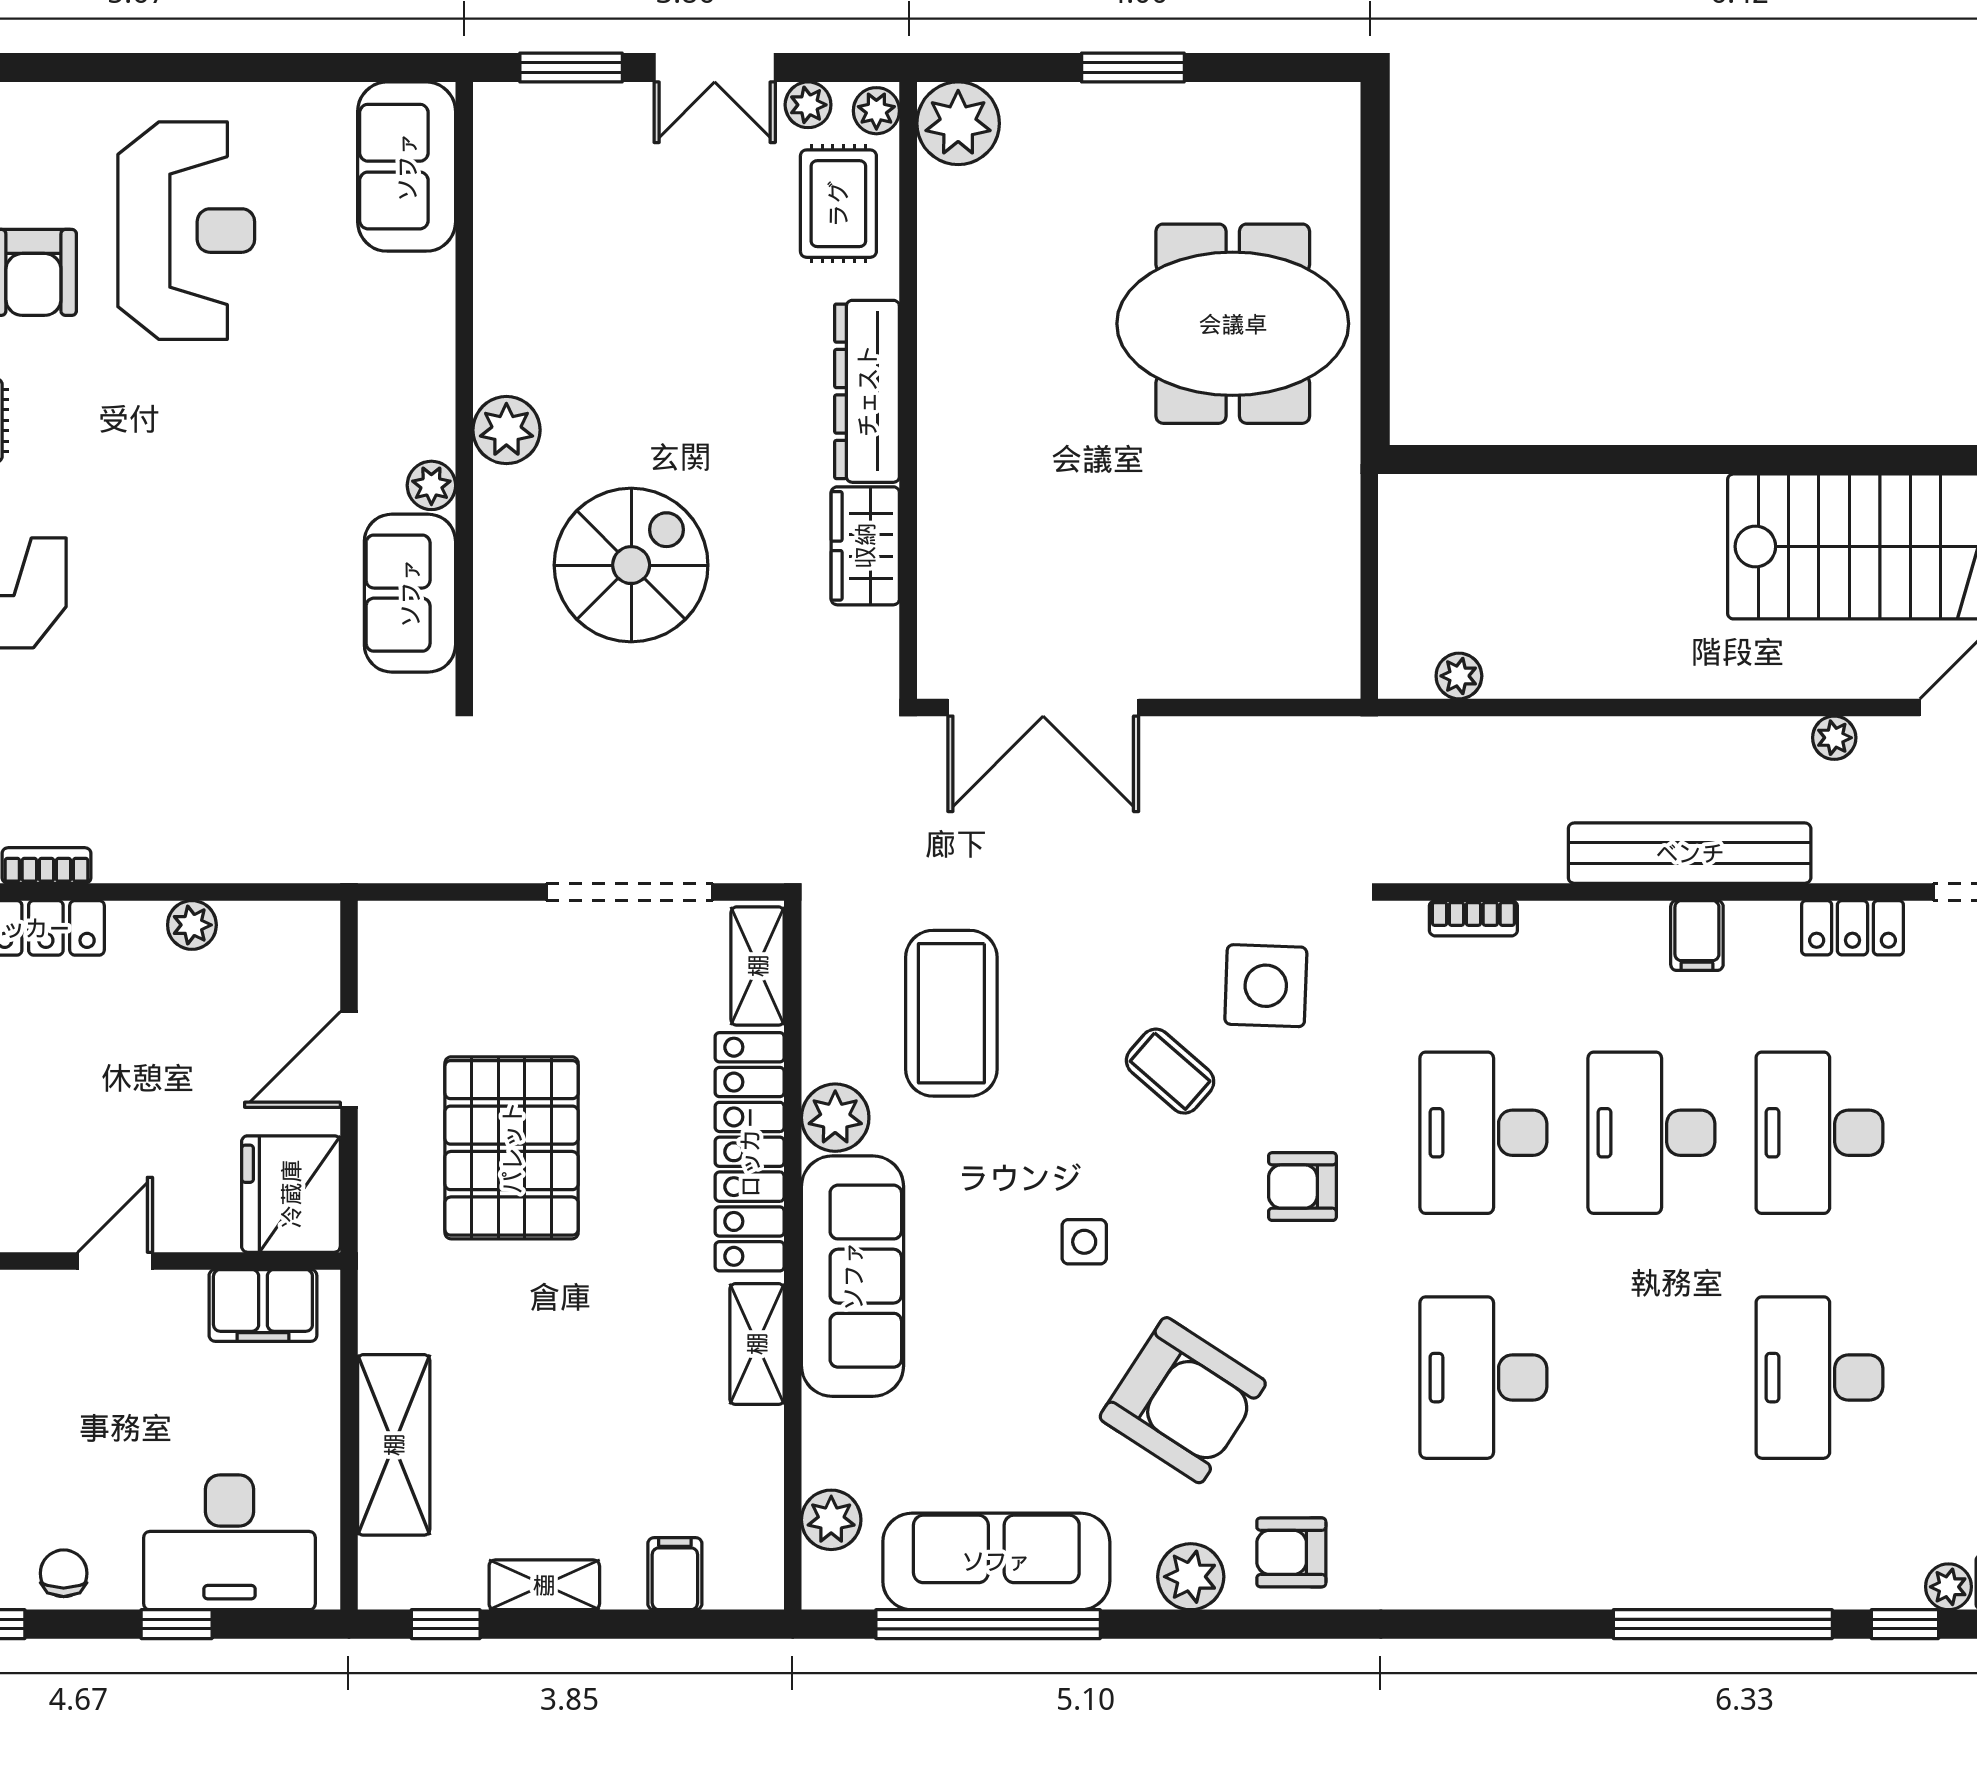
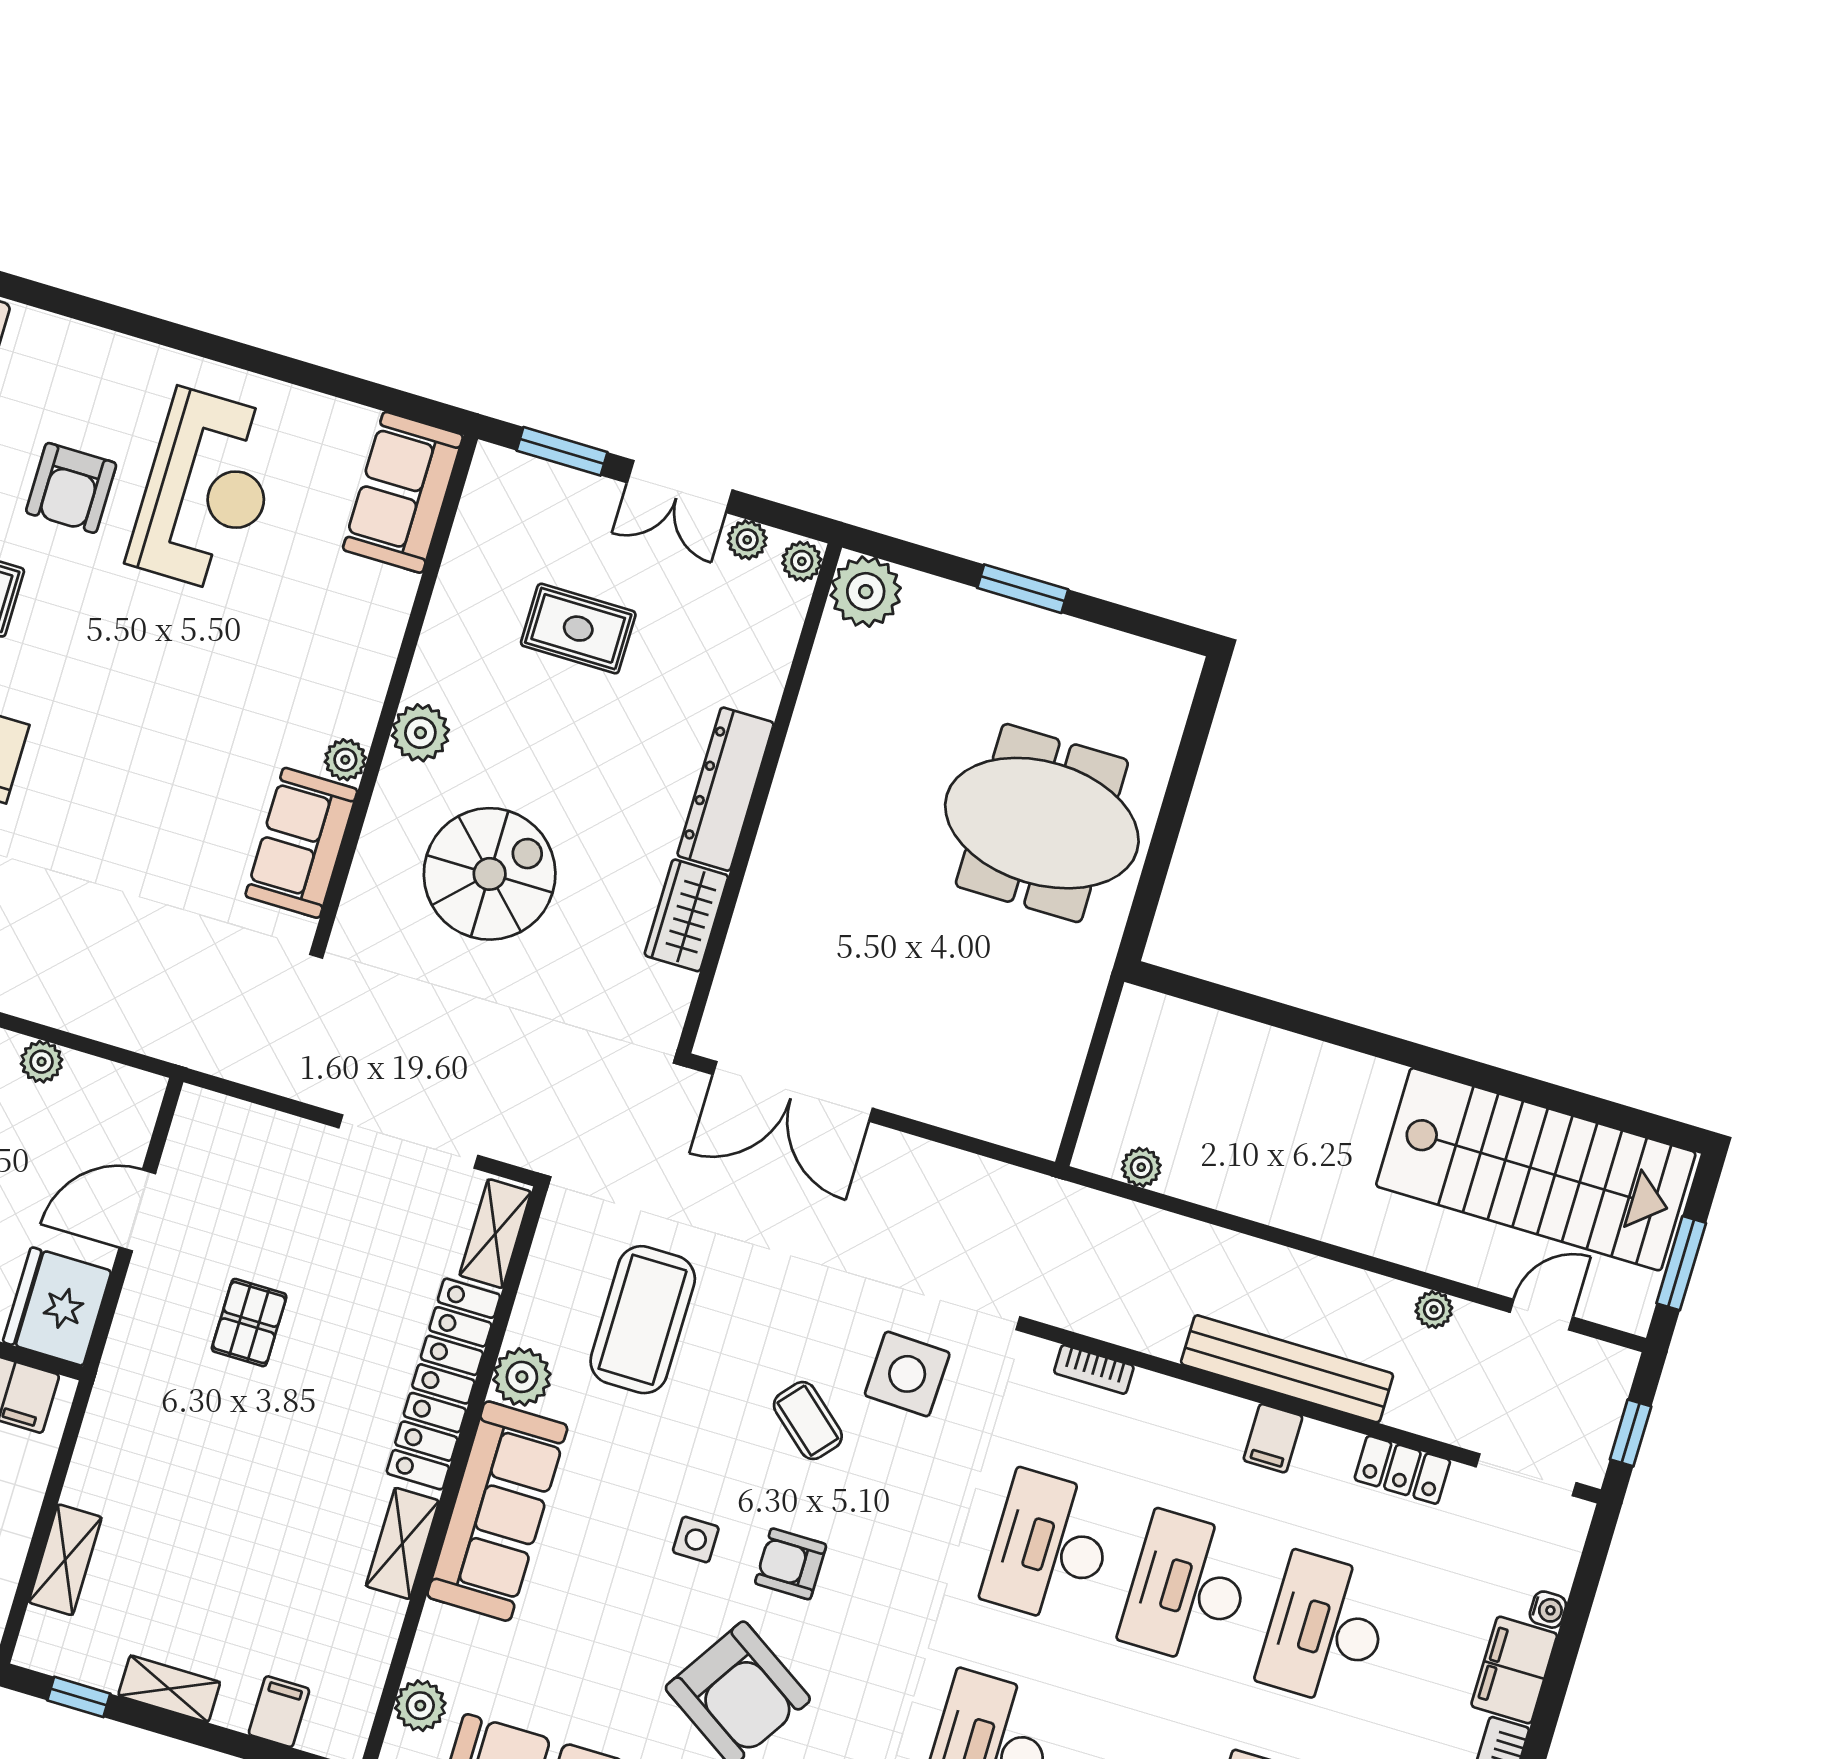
rug: (838, 204) -> (578, 629), moved, turned 90
pallet: (512, 1148) -> (249, 1323), width x0.49, depth x0.50
armchair: (1302, 1187) -> (791, 1564), moved
shelving: (394, 1445) -> (65, 1560), width x0.67, depth x0.75

